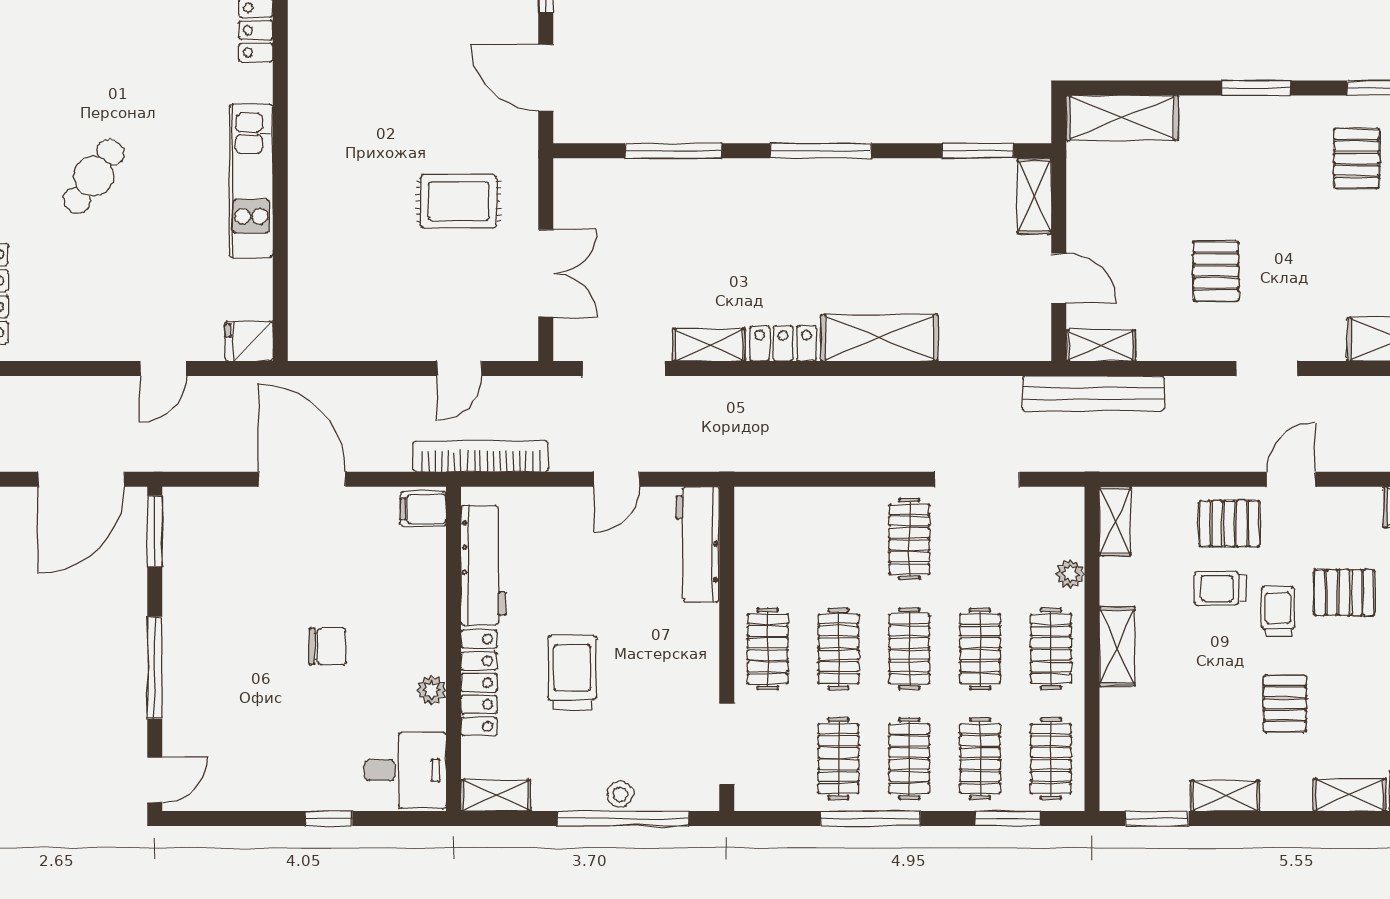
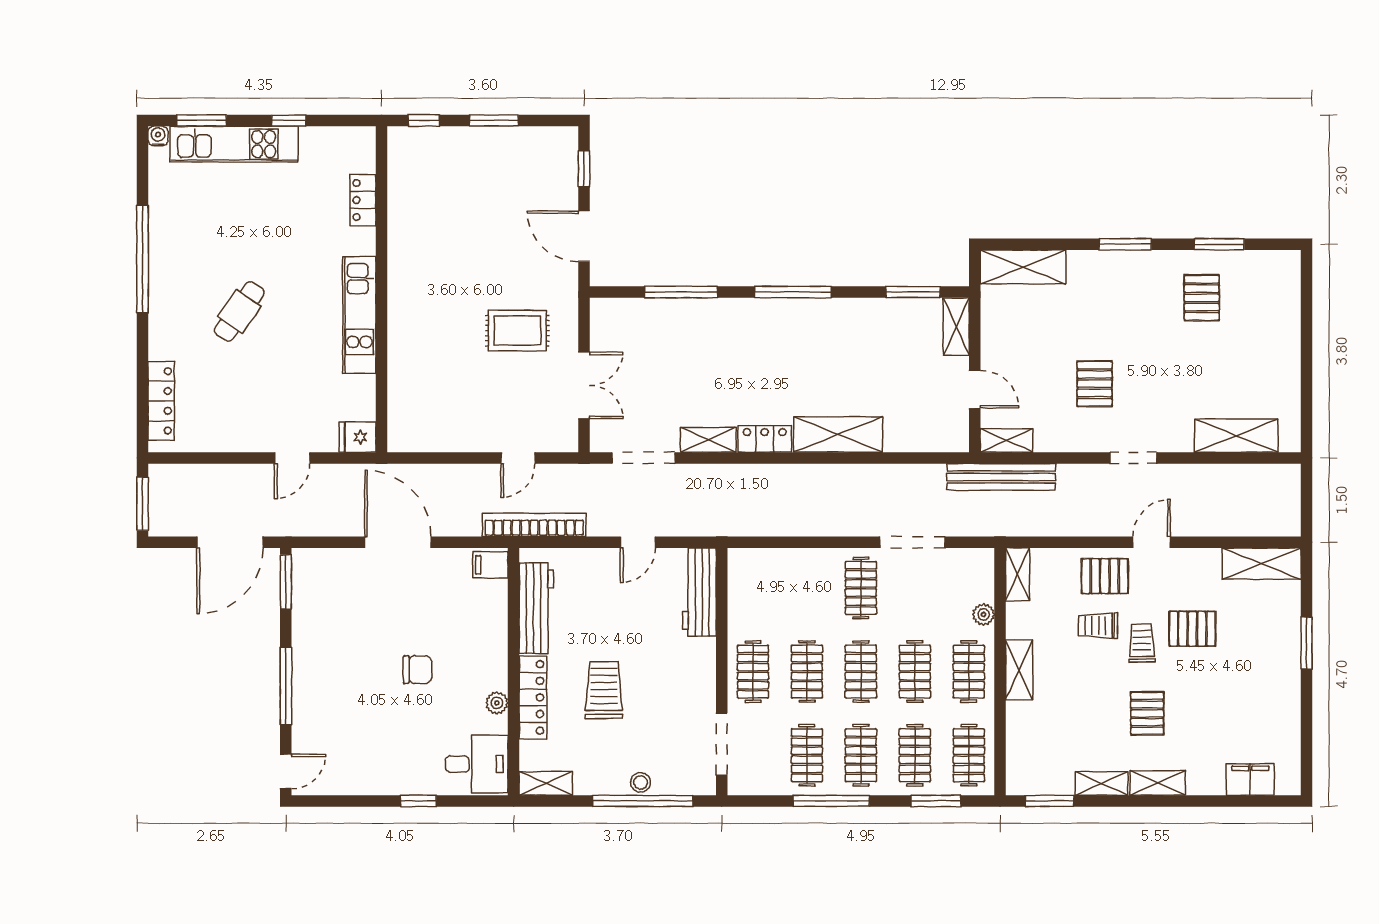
shelving: (1350, 795) -> (1158, 783), moved

